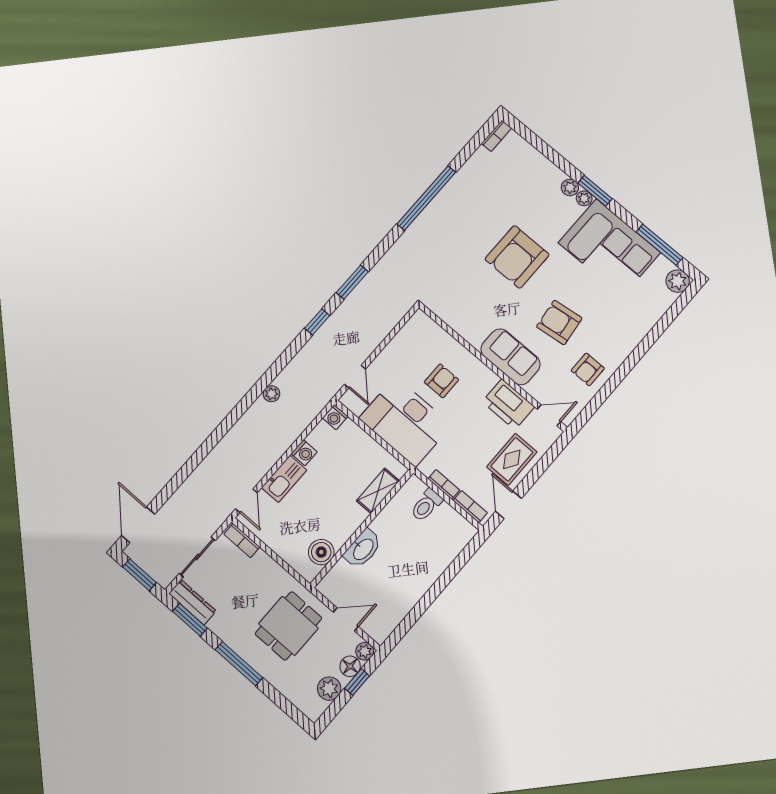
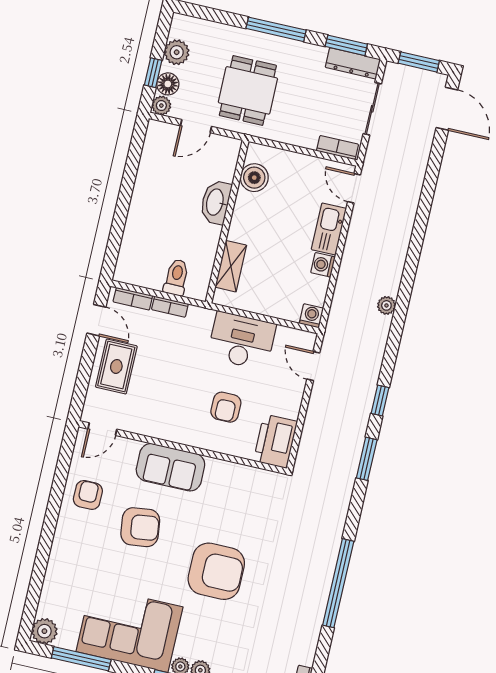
armchair: (517, 257) -> (216, 571), turned 90
printer: (508, 404) -> (275, 441), moved, turned -90
desk: (405, 422) -> (242, 341), width x0.73, depth x0.77

